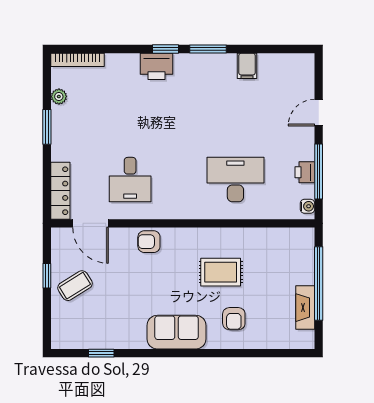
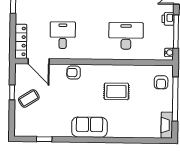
printer: (305, 172) -> (168, 19), moved
desk: (130, 180) -> (63, 35), turned 180
fireplace: (305, 308) -> (167, 125), moved
armchair: (234, 319) -> (161, 82), moved

